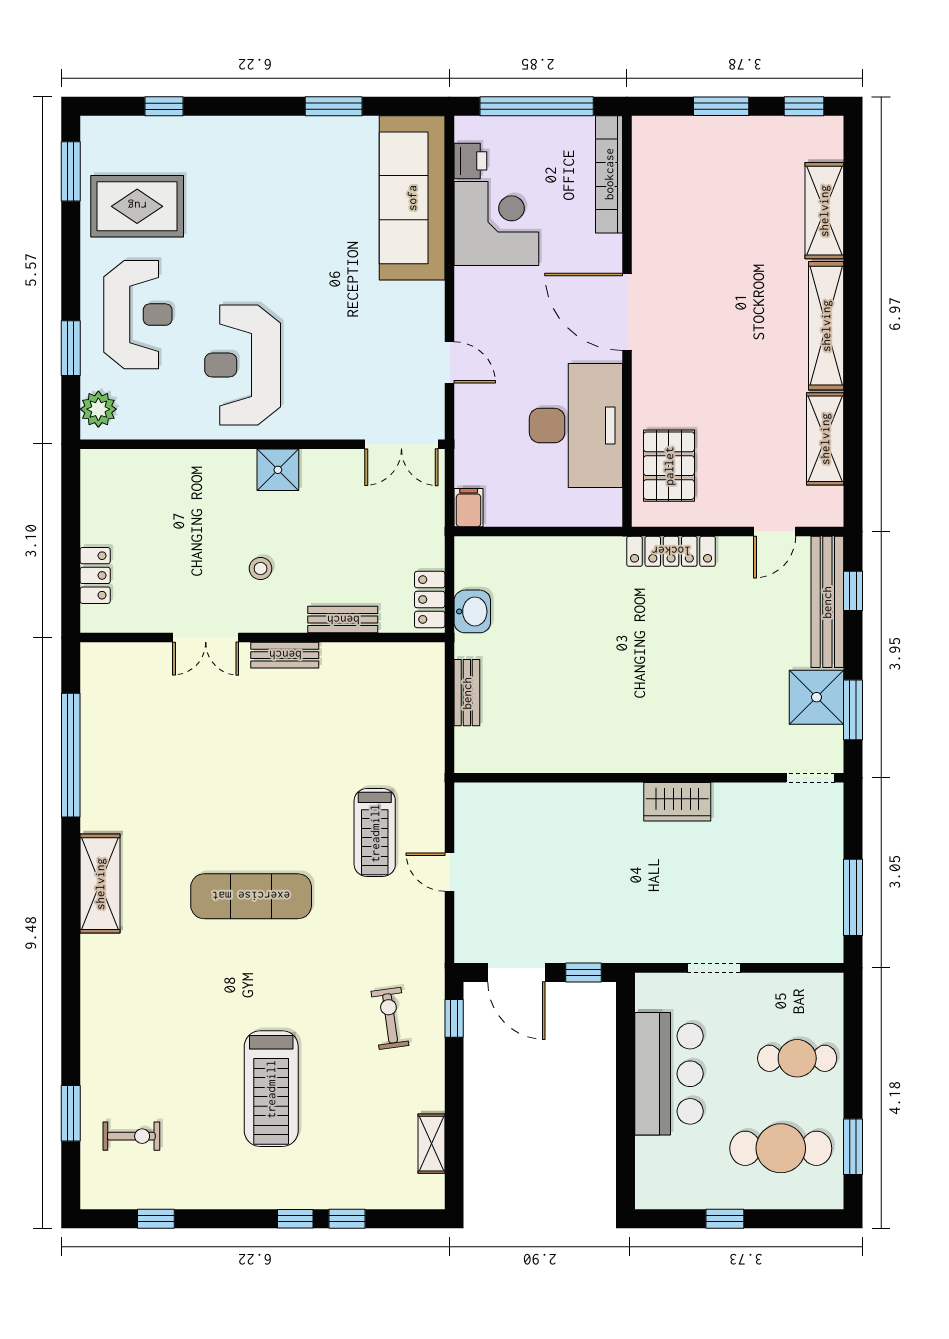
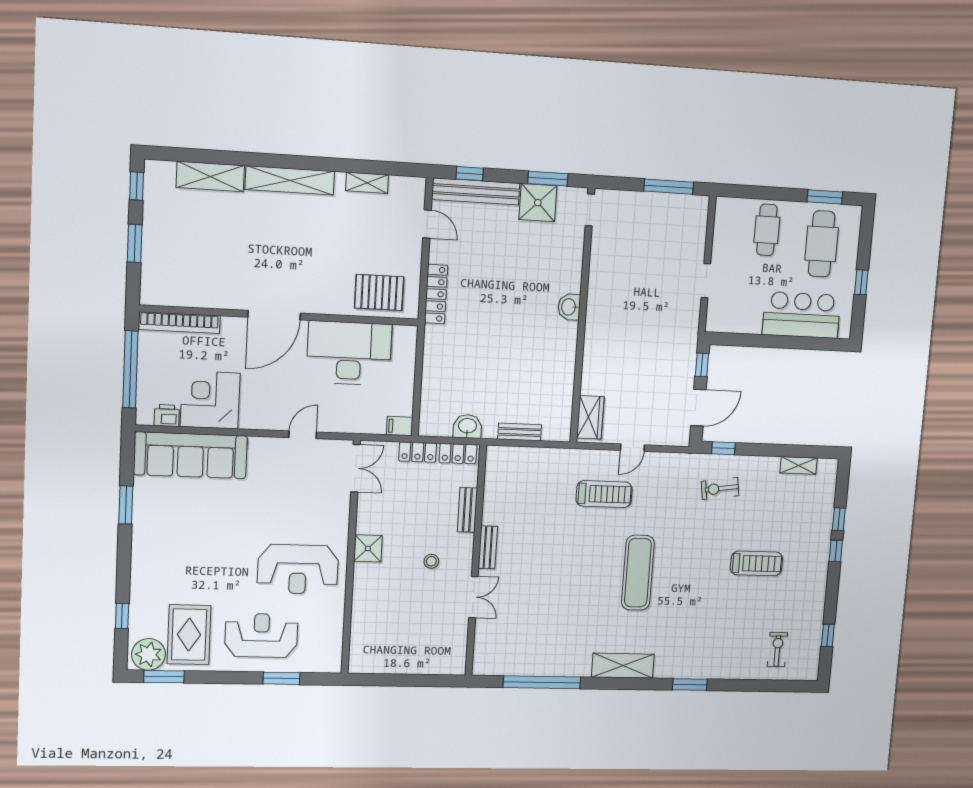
plant: (98, 409) -> (149, 654), moved, width x1.36, depth x1.36
shelving: (825, 439) -> (367, 183), width x0.67, depth x0.75
locker: (95, 575) -> (418, 452), moved, turned 180
washbasin: (662, 756) -> (569, 307), added
wardrobe: (677, 802) -> (590, 417), moved
bar counter: (669, 1074) -> (802, 315), moved
treadmill: (271, 1089) -> (756, 563), width x0.73, depth x0.73
window: (71, 1113) -> (690, 685), moved

